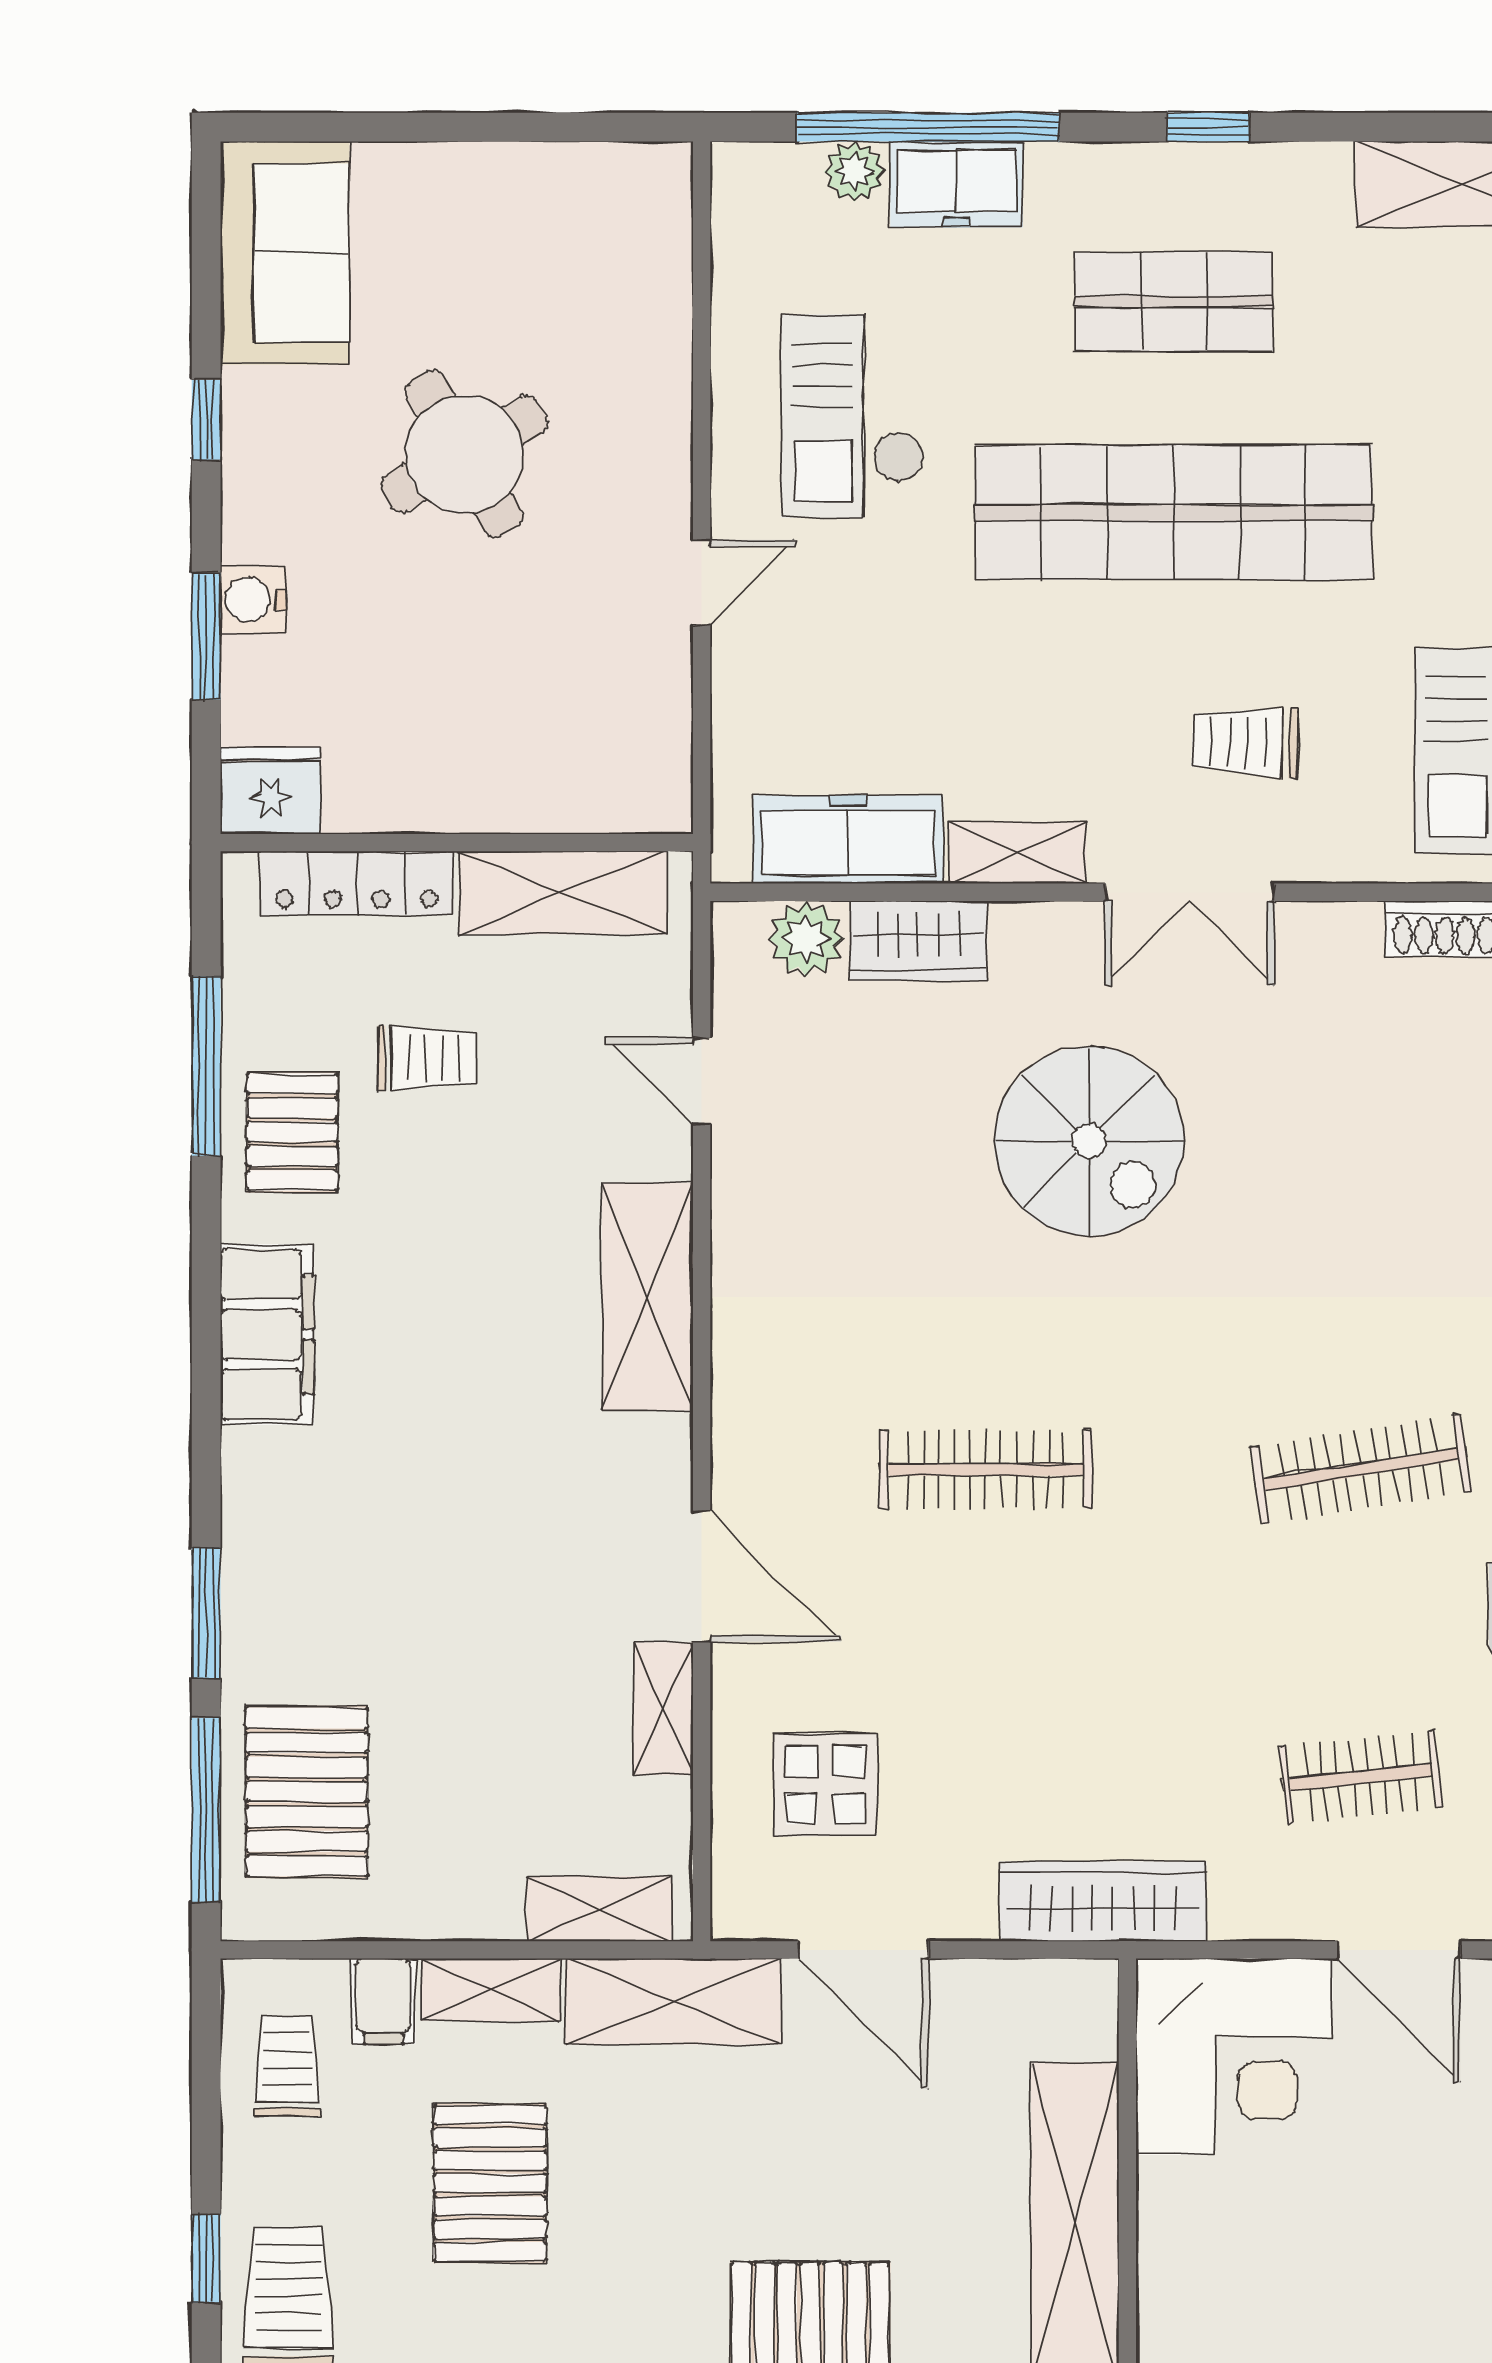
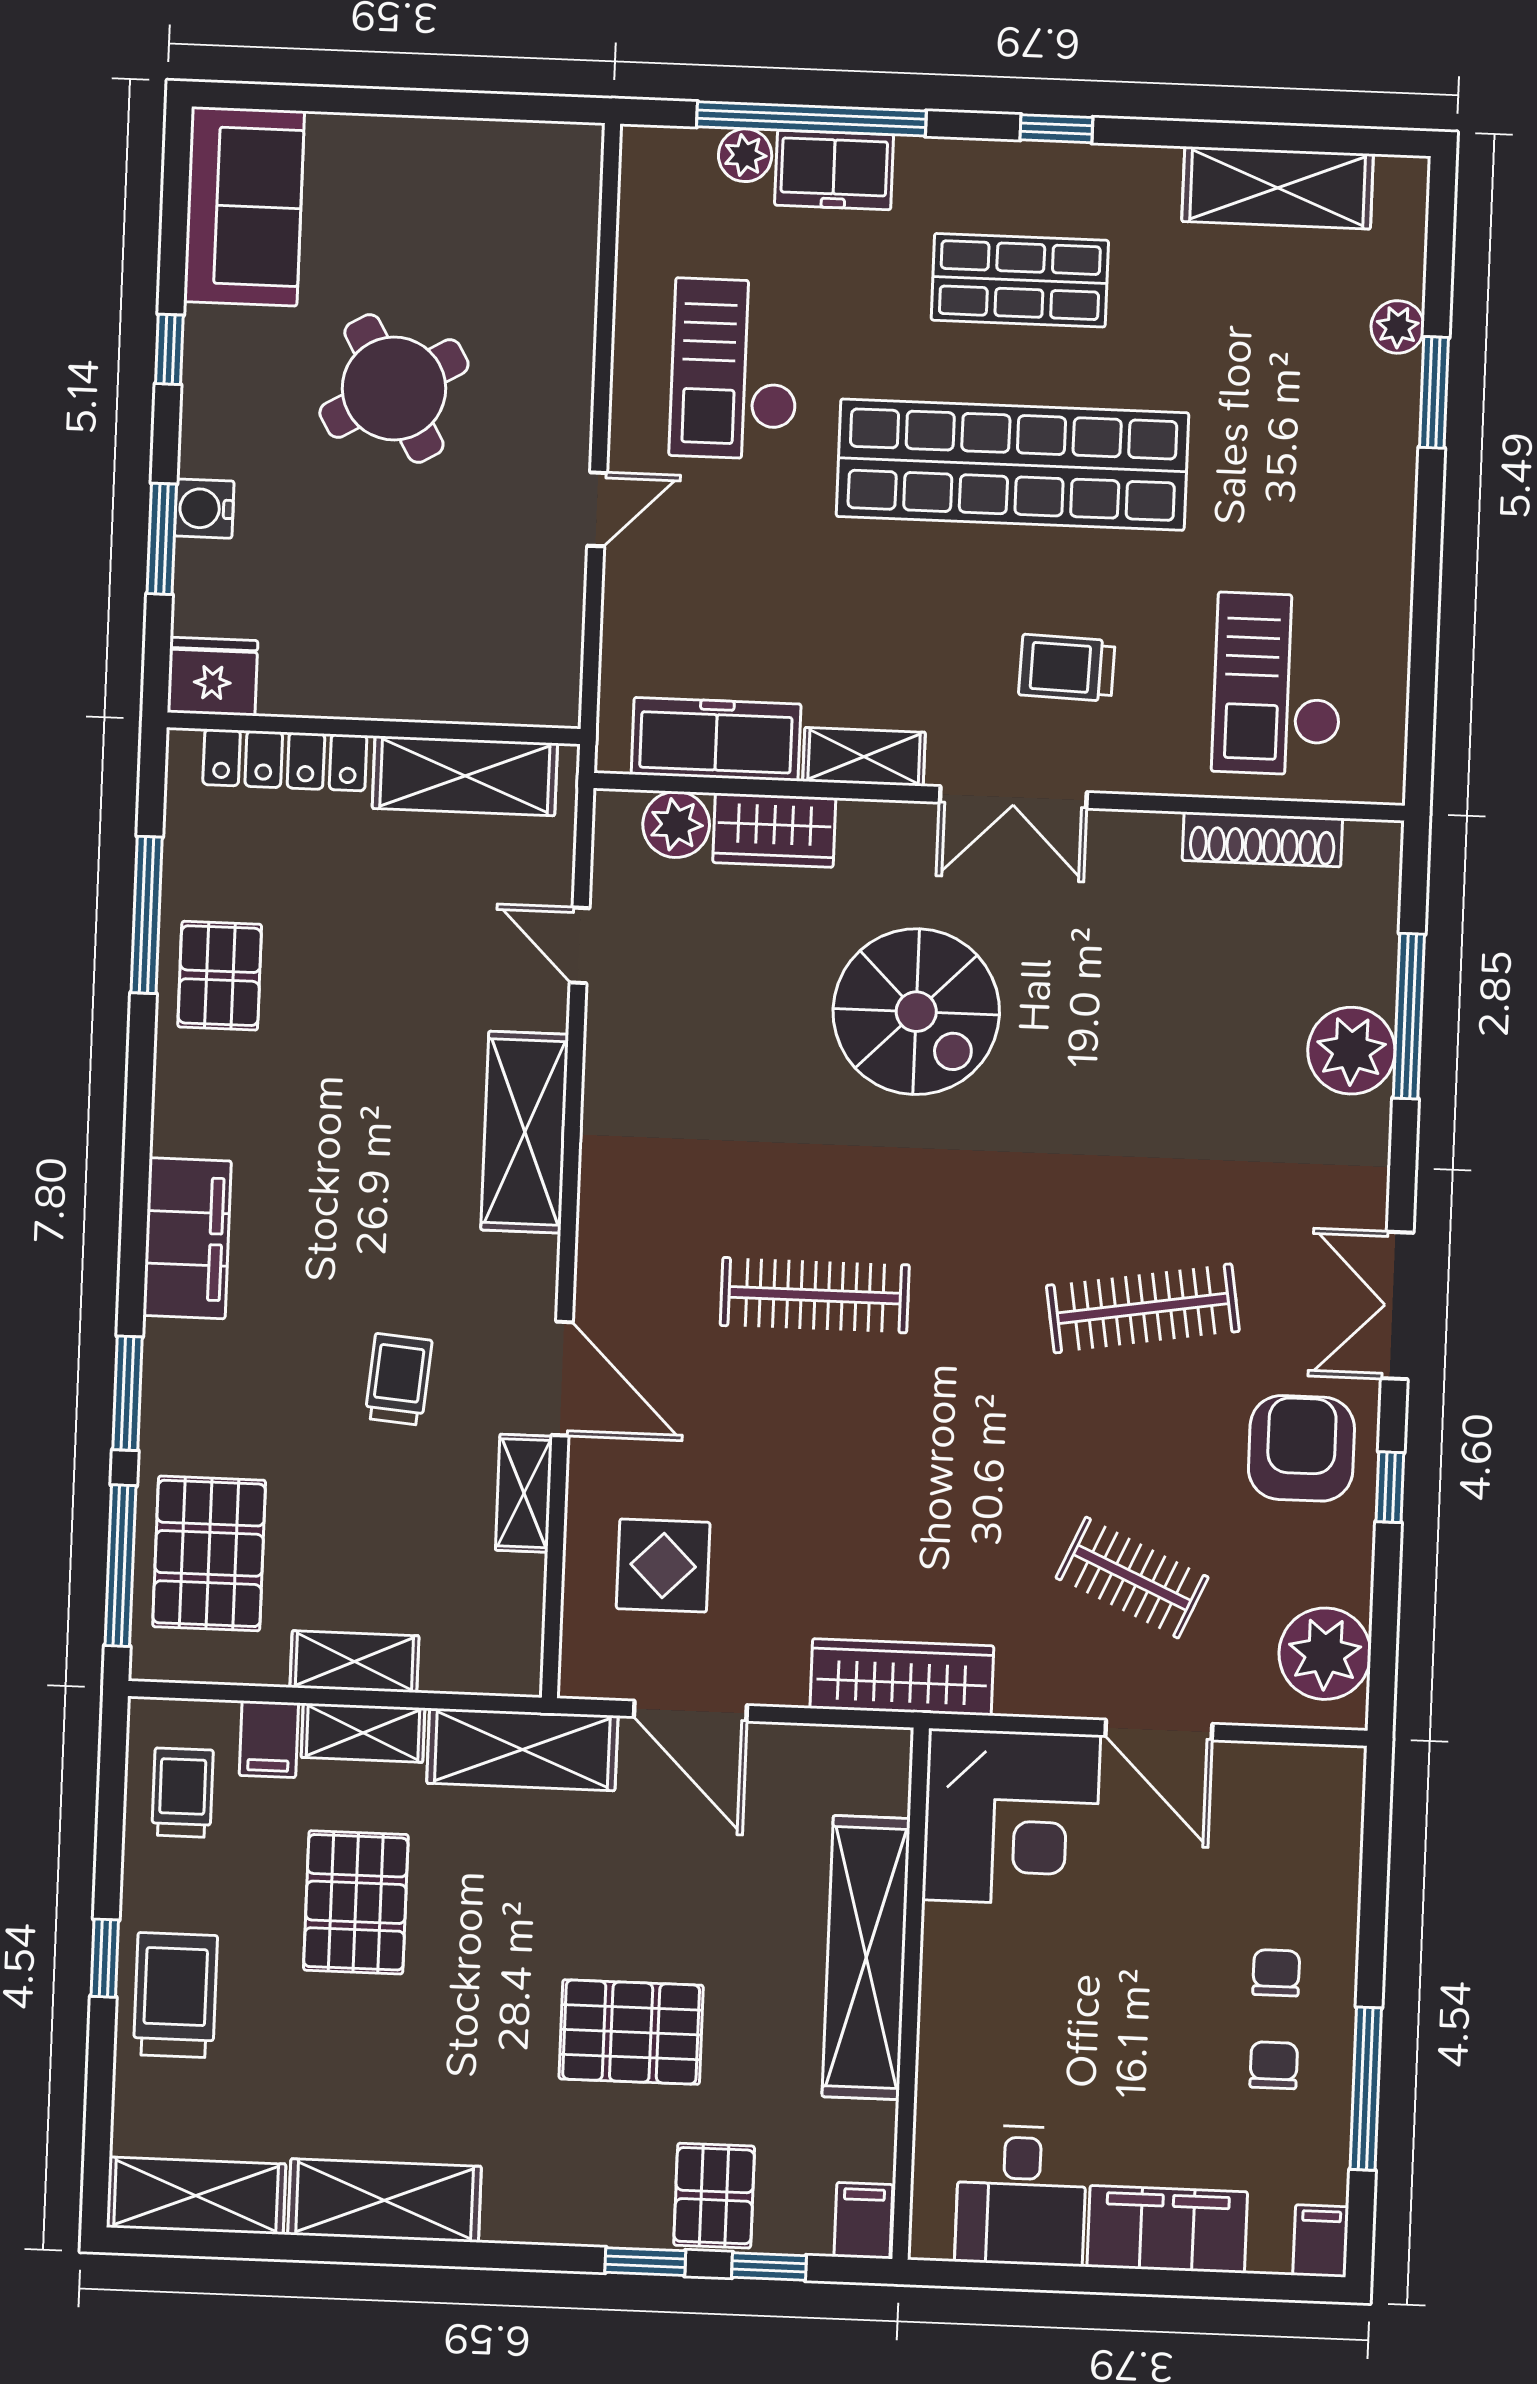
trolley: (427, 1058) -> (398, 1379), moved, turned -85
filing cabinet: (267, 1335) -> (187, 1238), moved
clothes rail: (1361, 1777) -> (1132, 1578), turned 30
shelving: (599, 1909) -> (354, 1662), moved

